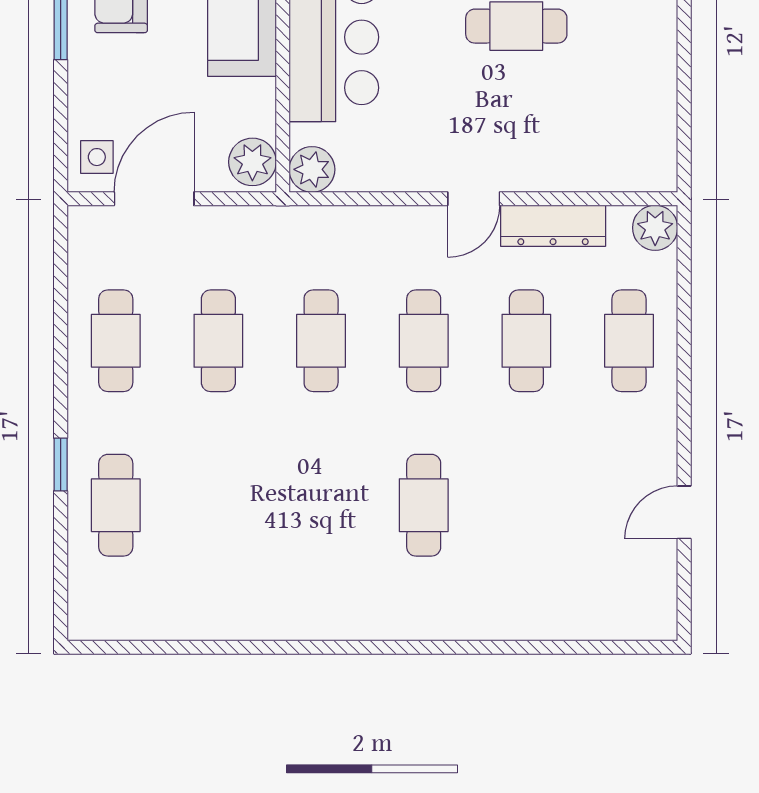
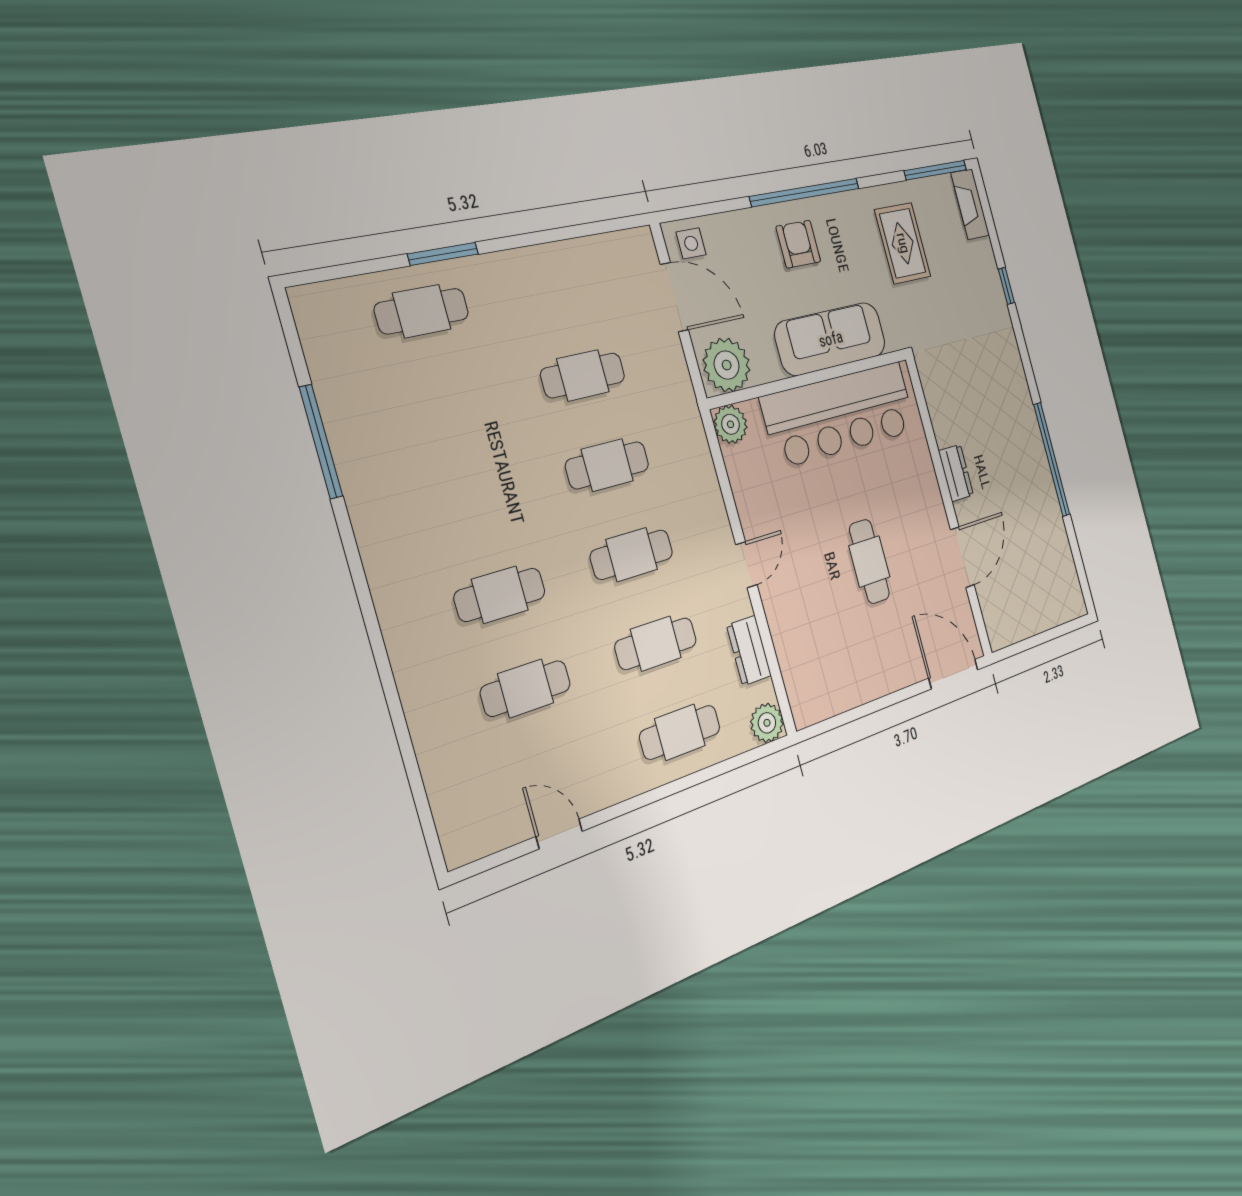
plant: (252, 162) -> (727, 365), width x1.36, depth x1.36
door: (474, 199) -> (746, 565), swing flipped
dresser: (553, 226) -> (749, 651), width x0.70
cafe table: (116, 341) -> (526, 688), moved
window: (61, 464) -> (443, 254), width x1.50
window: (225, 647) -> (321, 442), added

